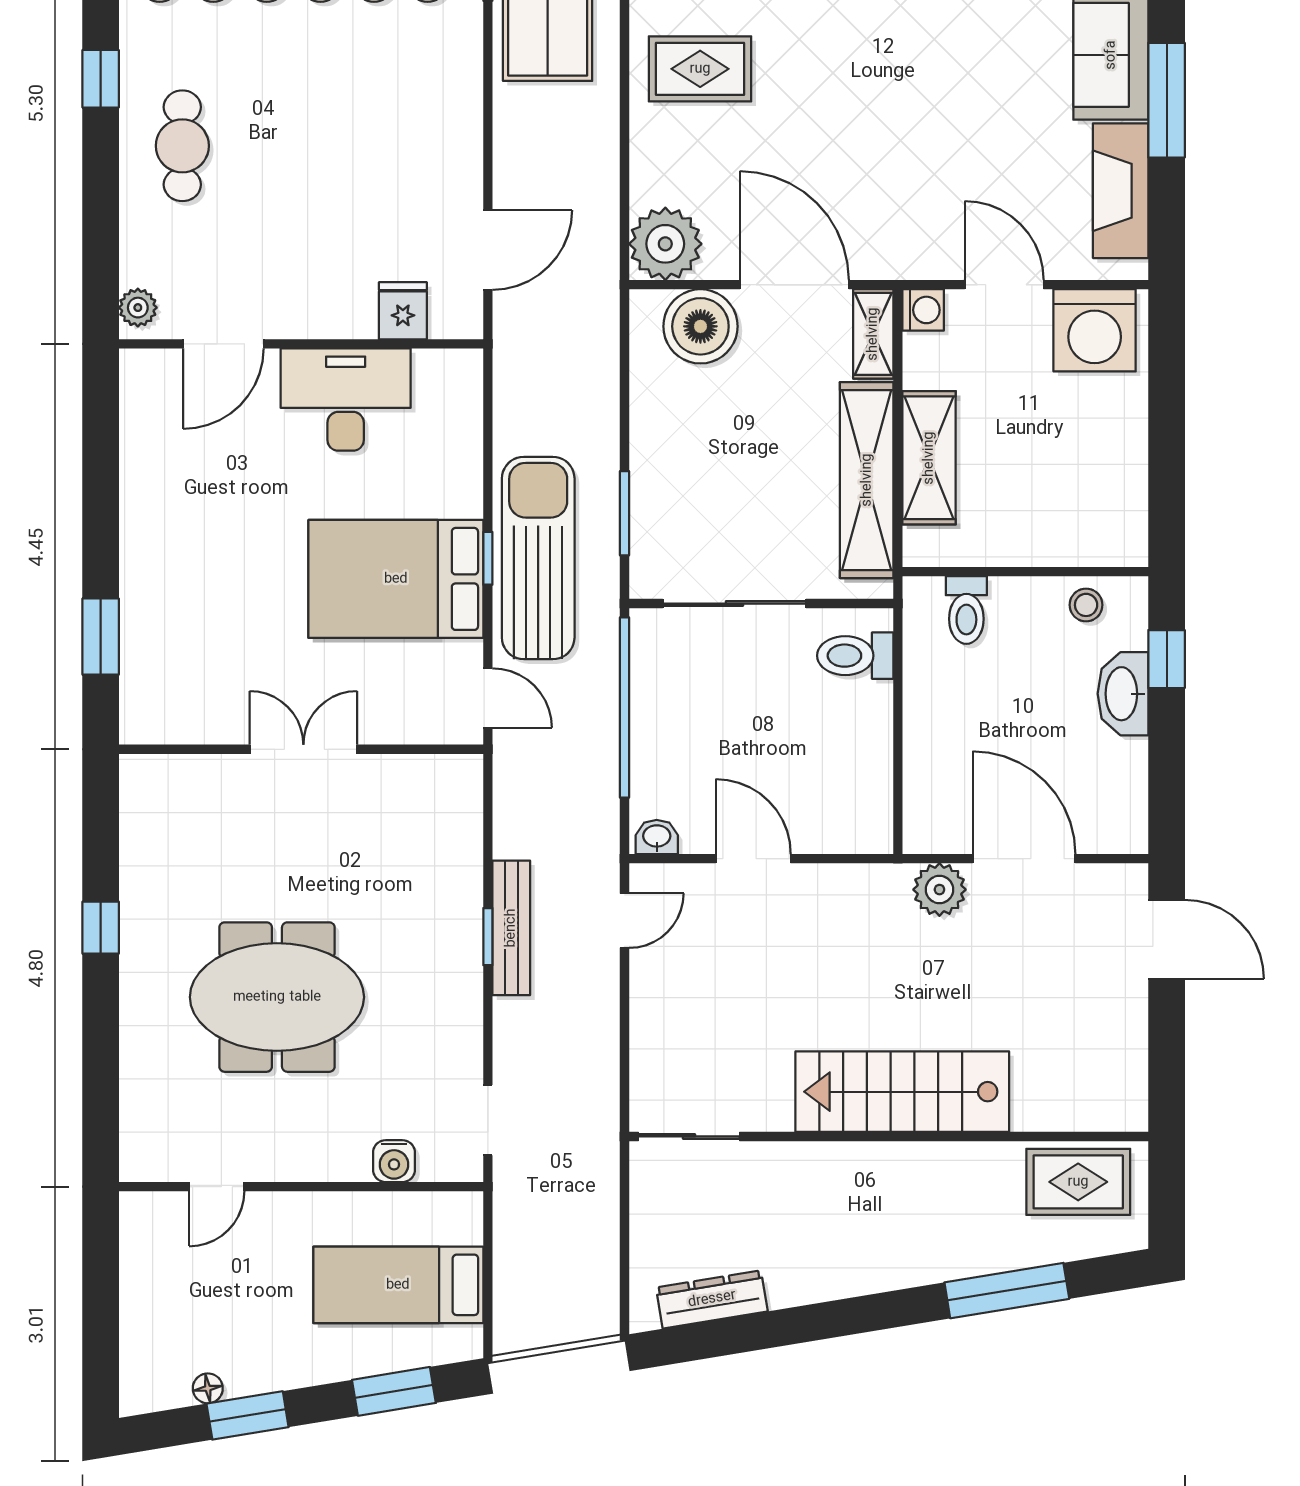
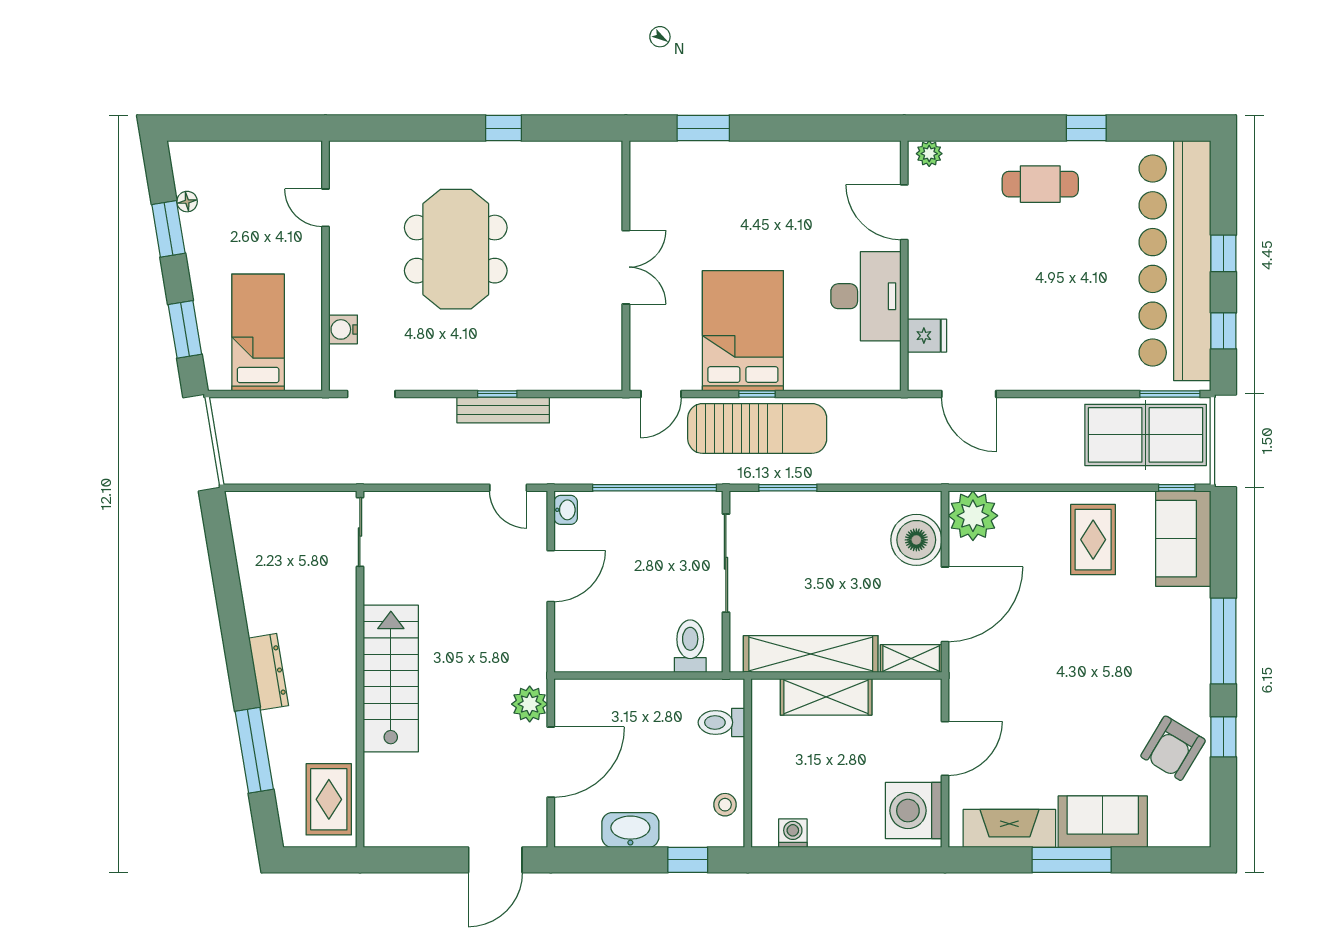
washing machine: (923, 310) -> (793, 833), moved, turned 180
washbasin: (1123, 694) -> (630, 830), moved
dresser: (712, 1299) -> (268, 672), moved

